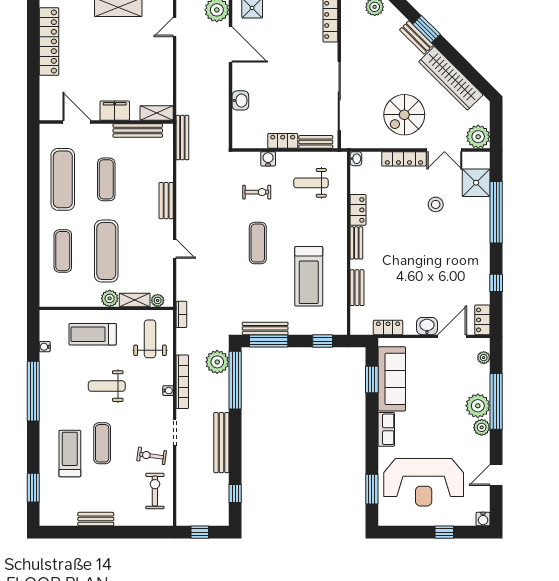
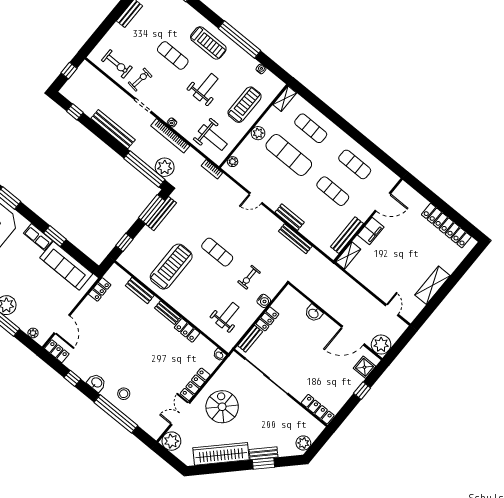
bench: (182, 138) -> (295, 239), moved
exercise mat: (63, 179) -> (355, 164), width x0.73, depth x0.69
shower: (476, 183) -> (144, 417), removed
stool: (436, 204) -> (124, 394), moved
treadmill: (309, 276) -> (171, 267), turned 90
shelving: (135, 300) -> (285, 99), moved
washbasin: (427, 326) -> (97, 383), moved, turned -90
window: (372, 379) -> (55, 236), moved
treadmill: (70, 454) -> (208, 43), moved

